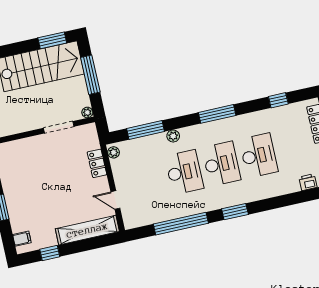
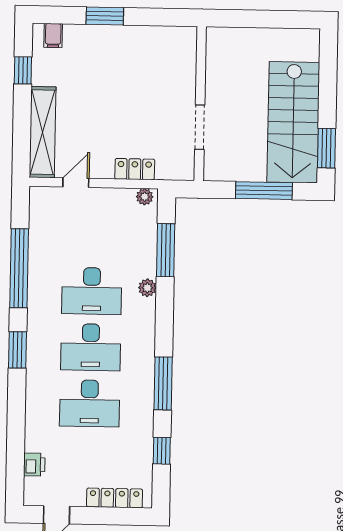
plant: (87, 112) -> (211, 173), removed
window: (217, 114) -> (163, 383), moved

